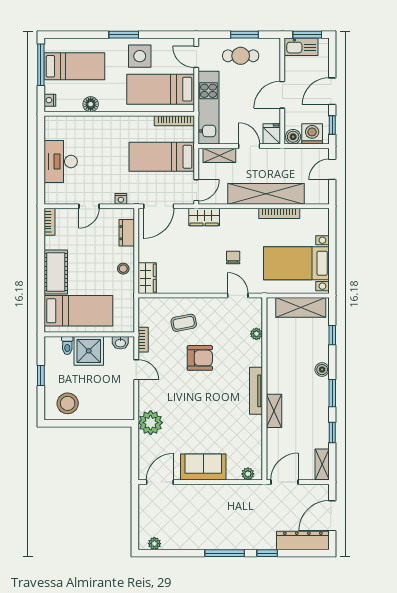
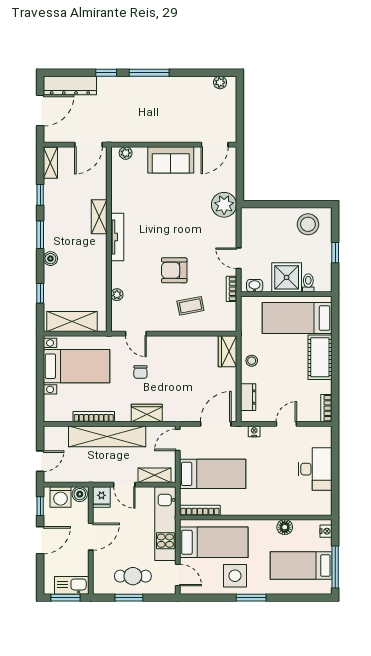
wardrobe: (204, 217) -> (147, 413), moved

